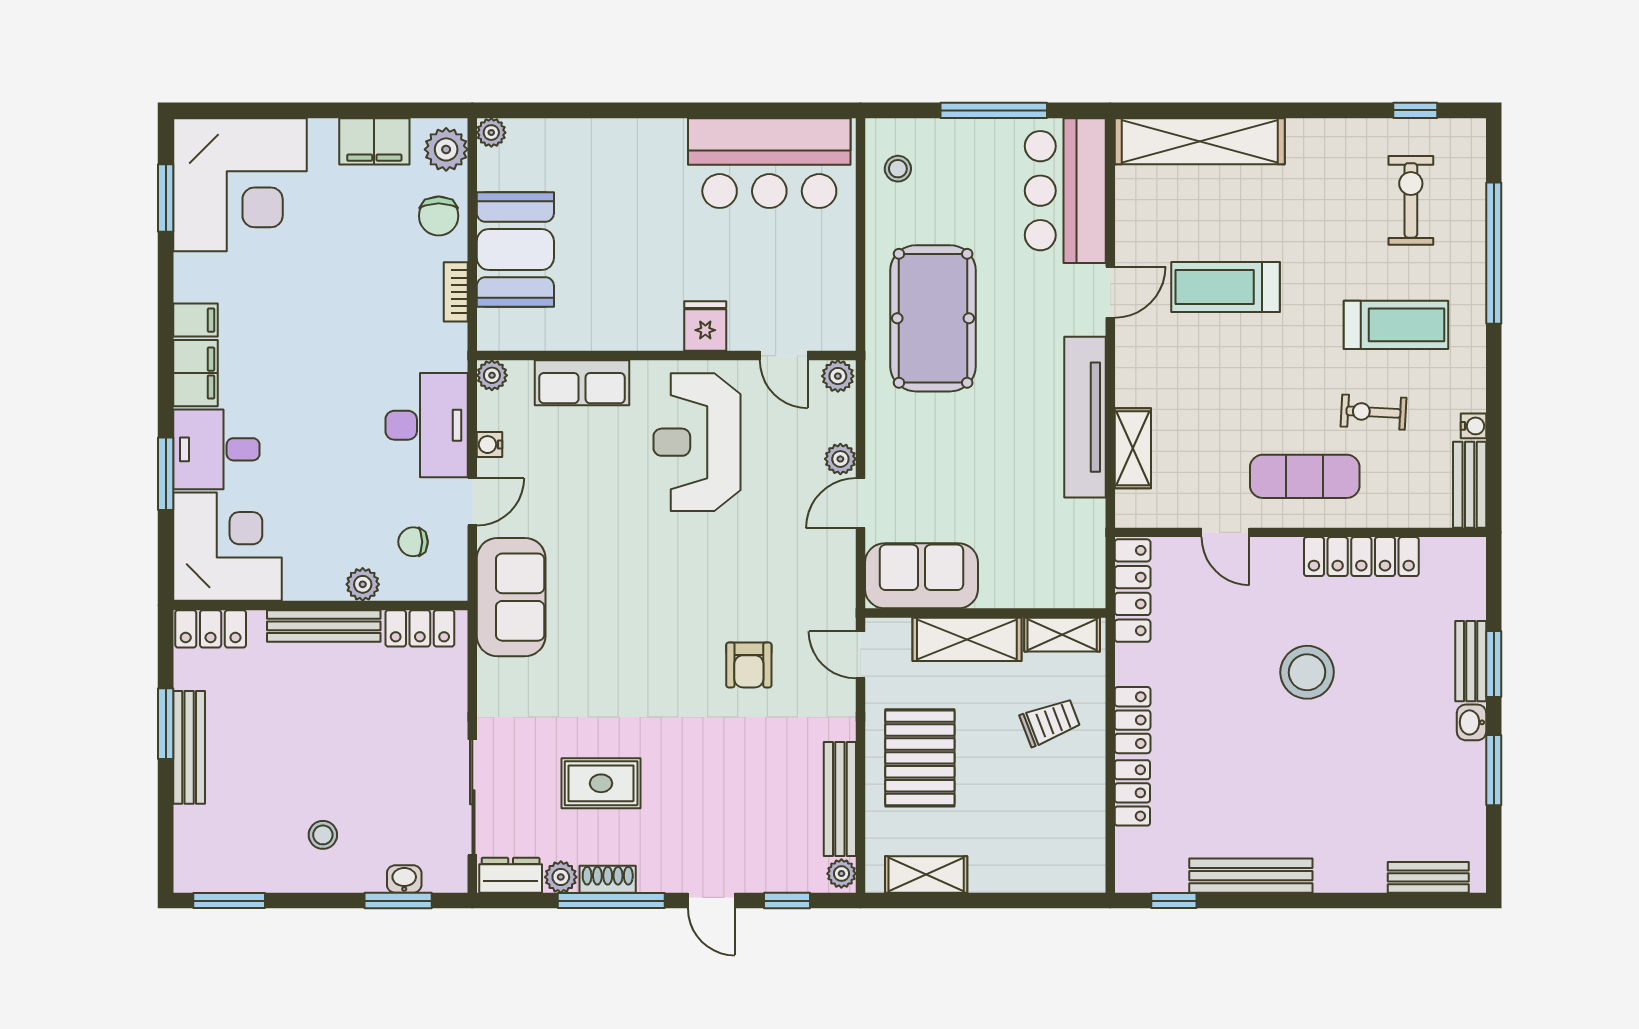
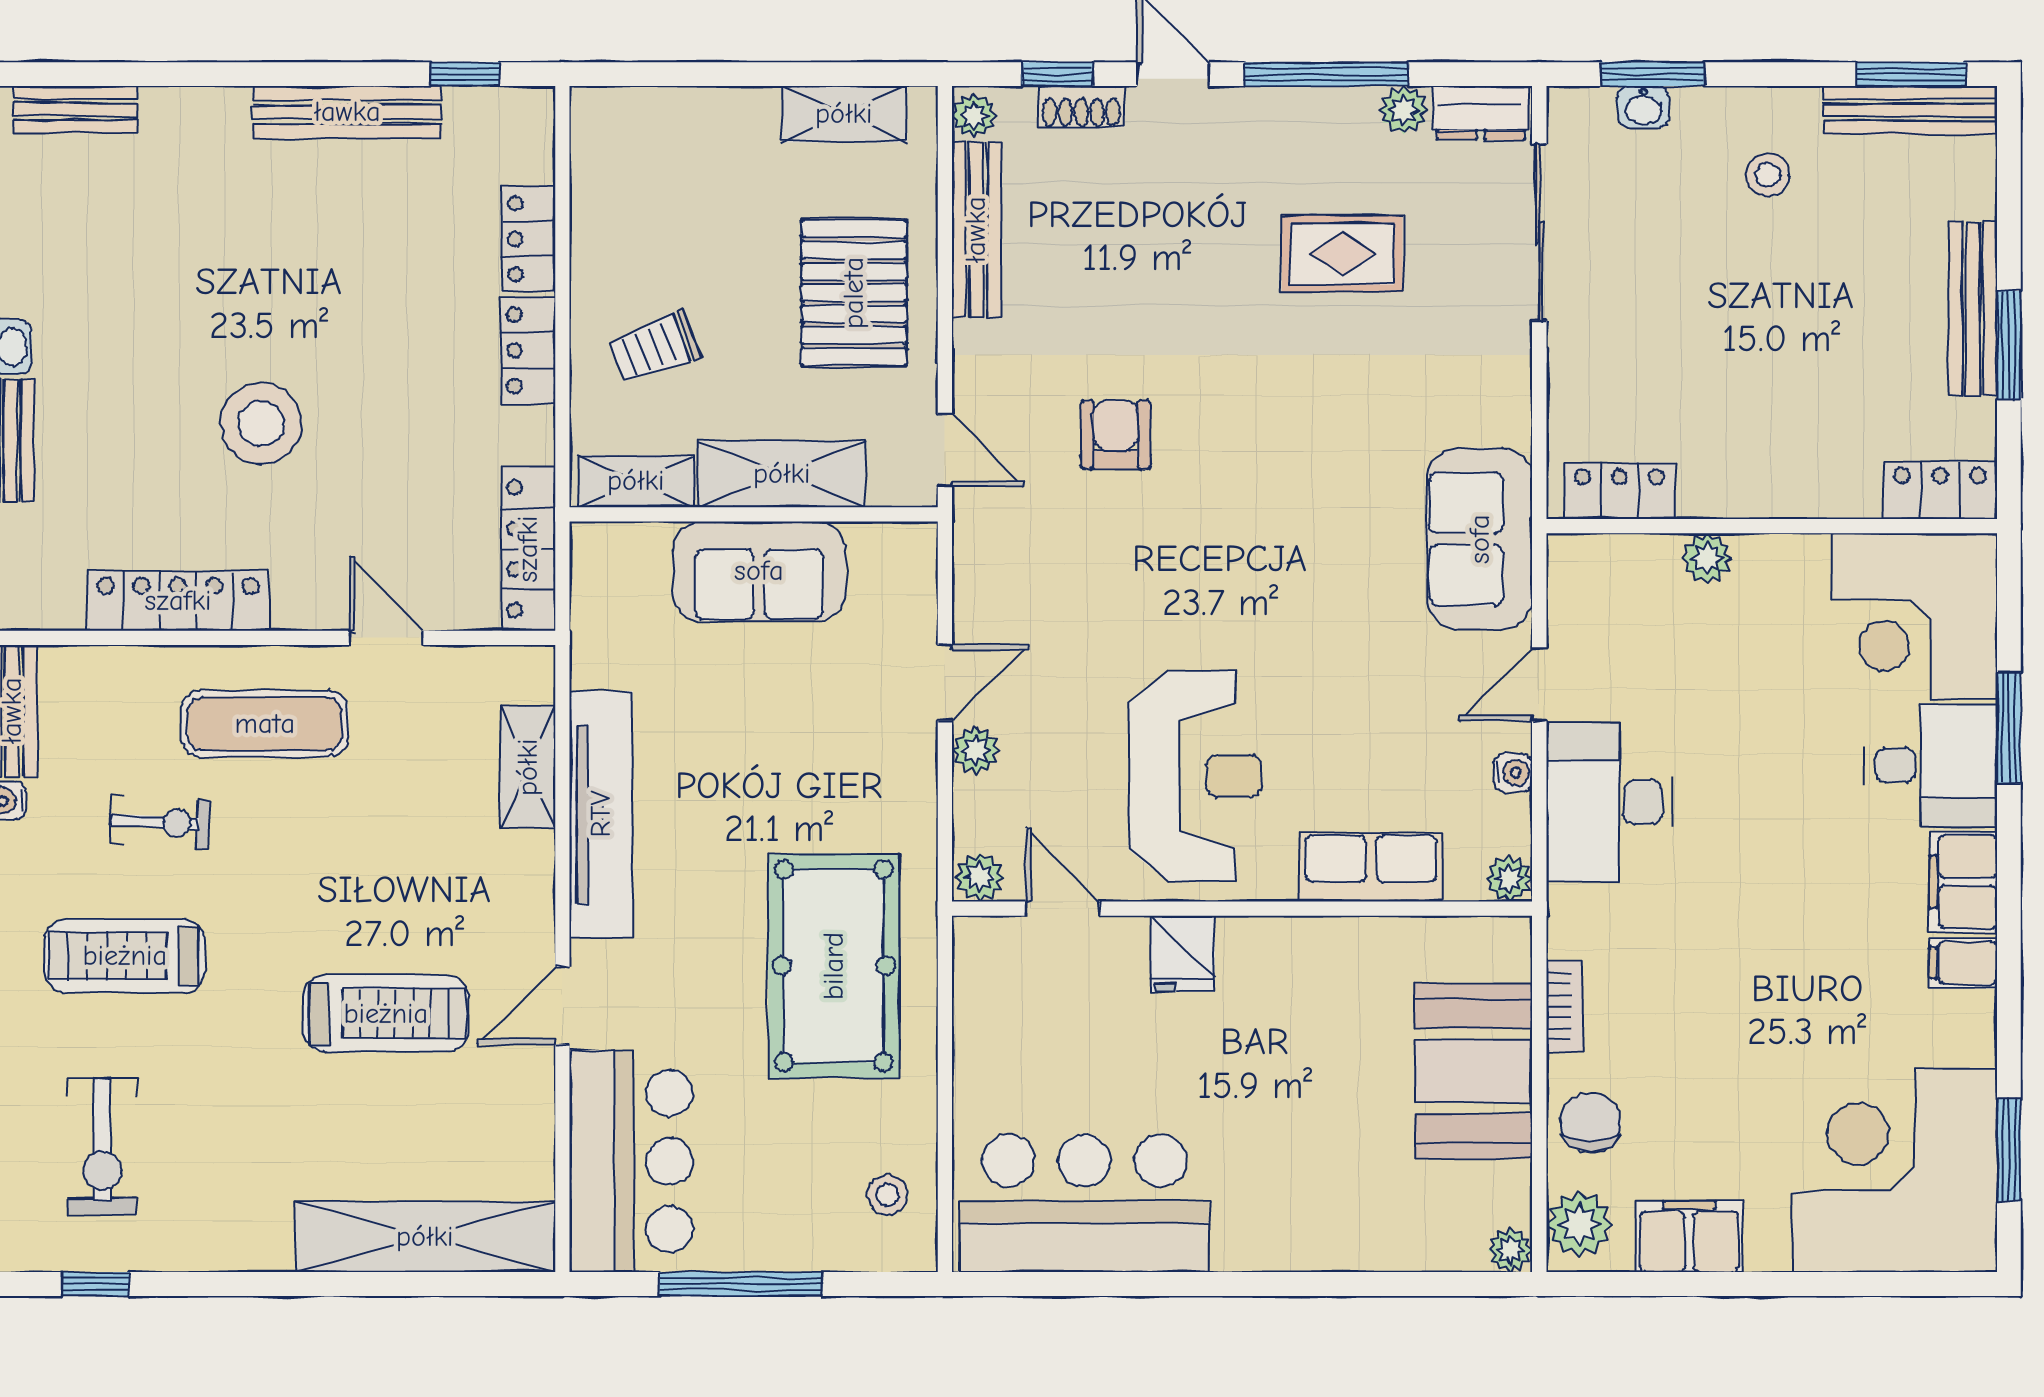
chair: (413, 542) -> (1630, 623), removed
sofa: (921, 576) -> (759, 571), moved
bench: (324, 626) -> (1910, 110), moved
shoe rack: (608, 879) -> (1081, 107), moved

